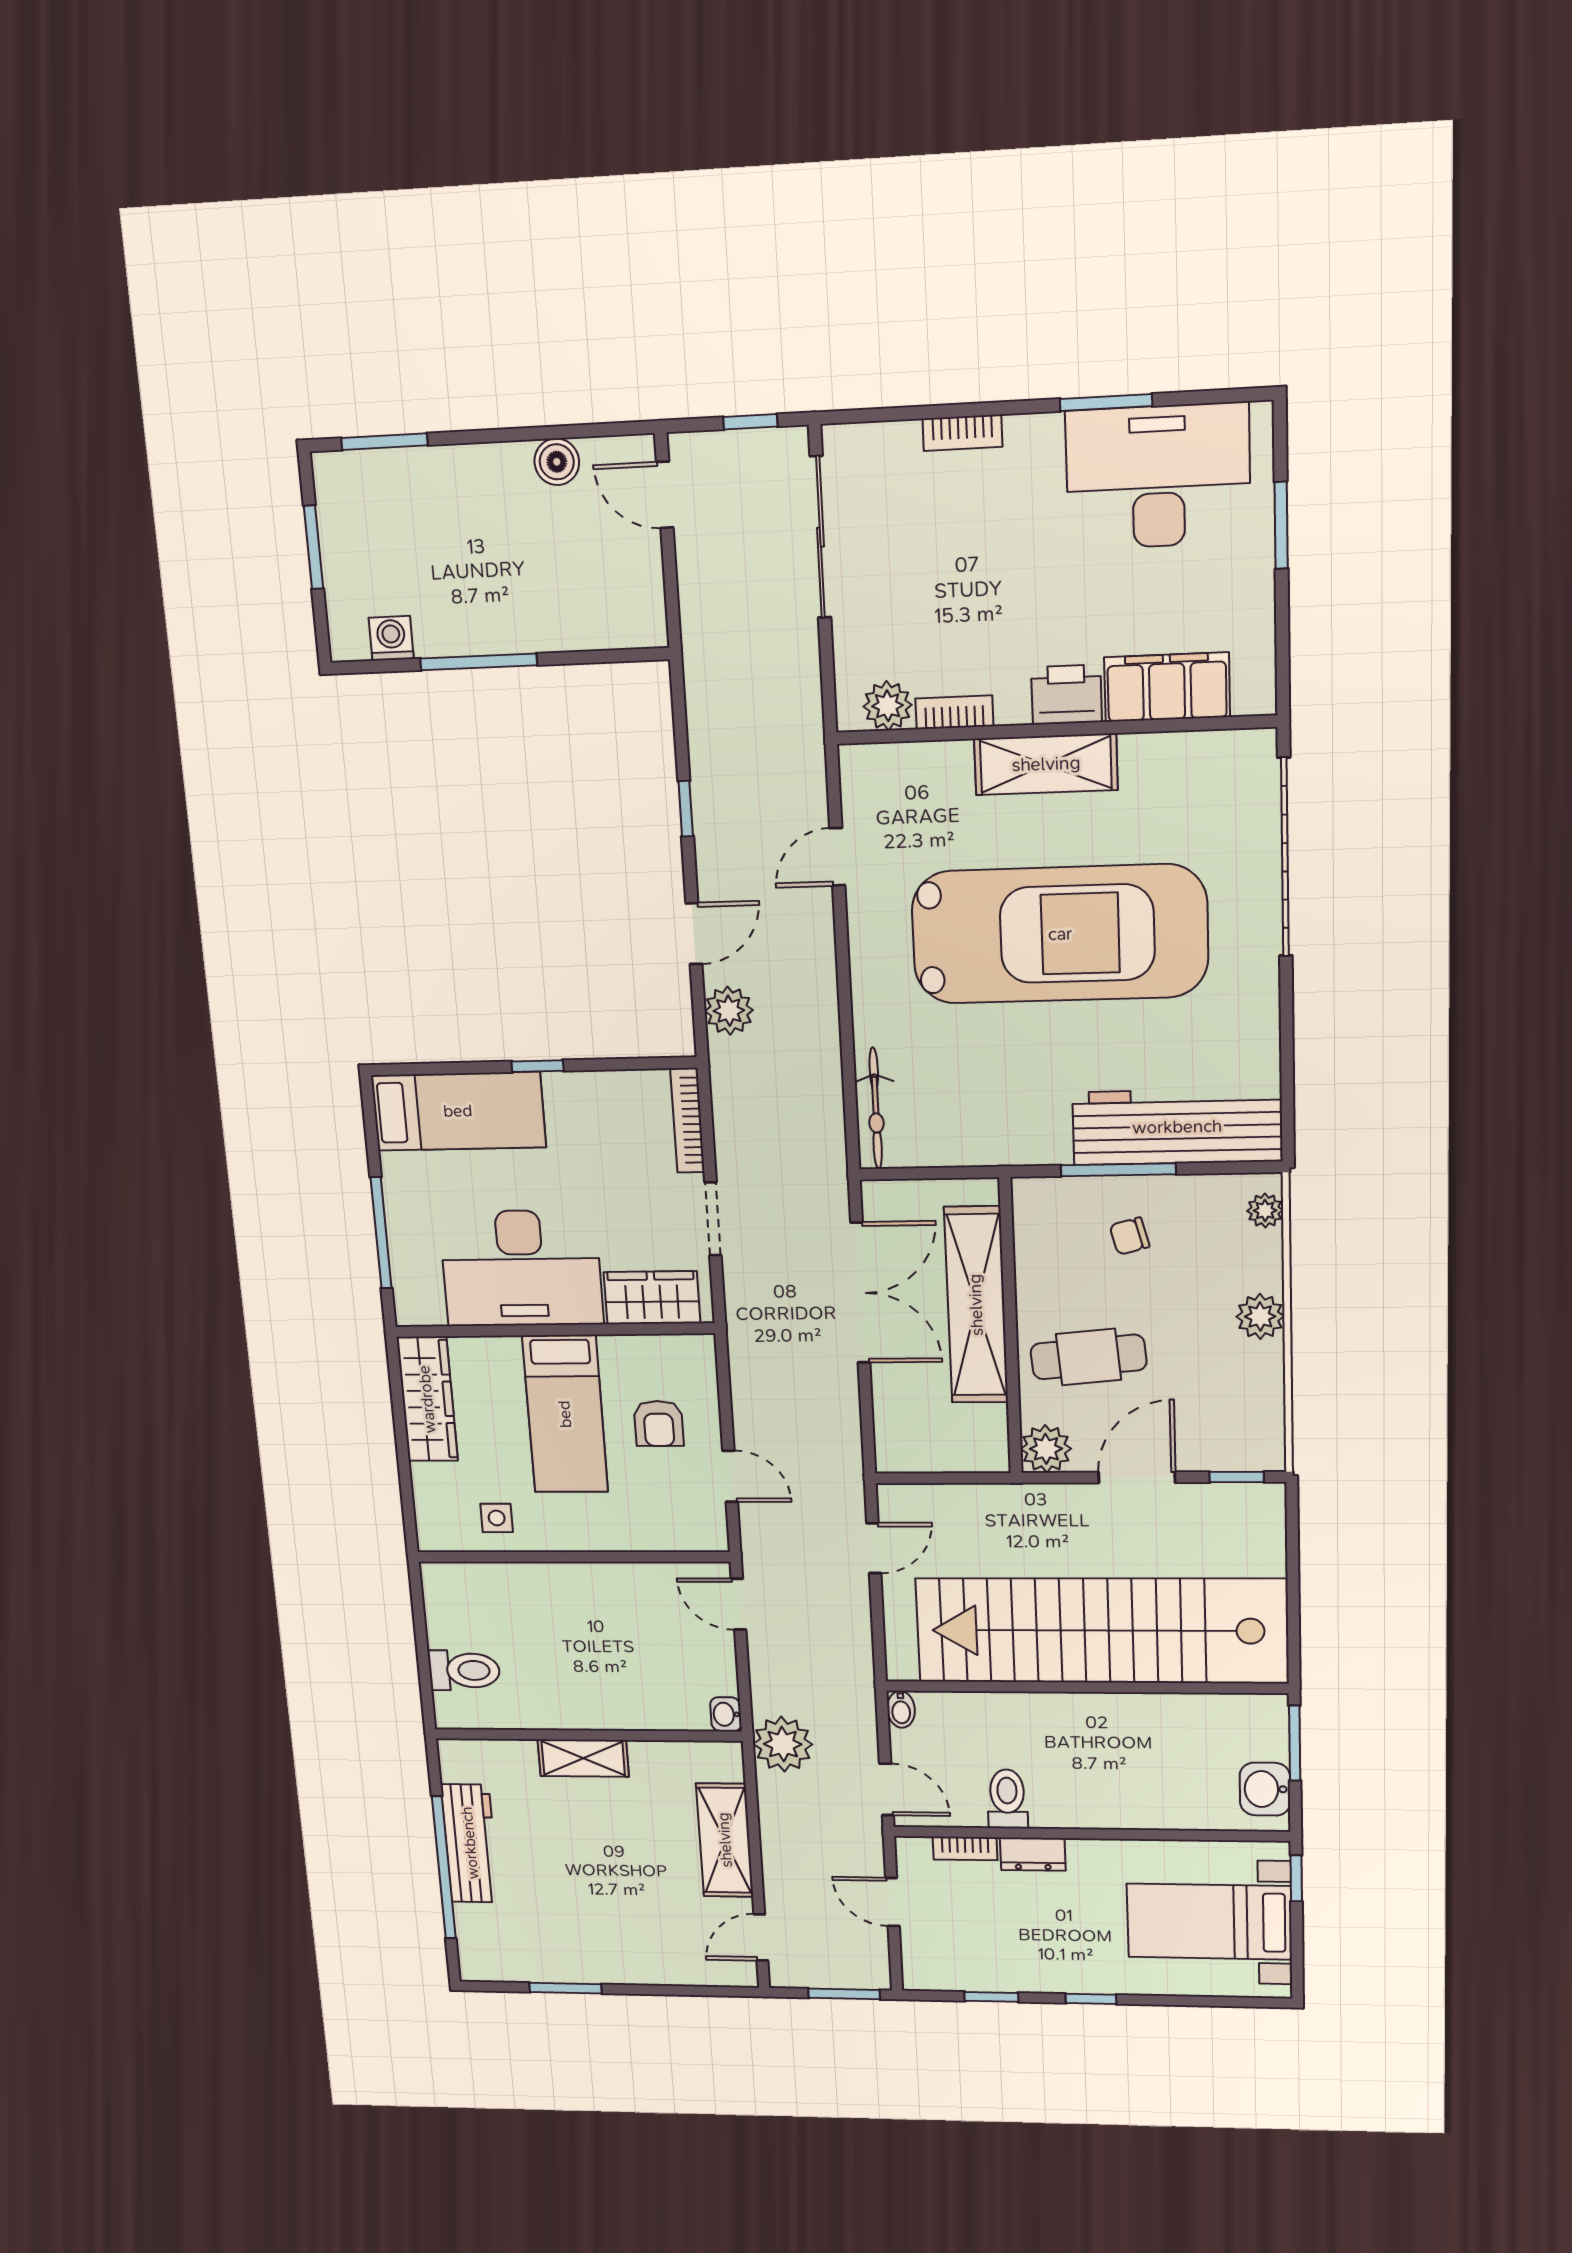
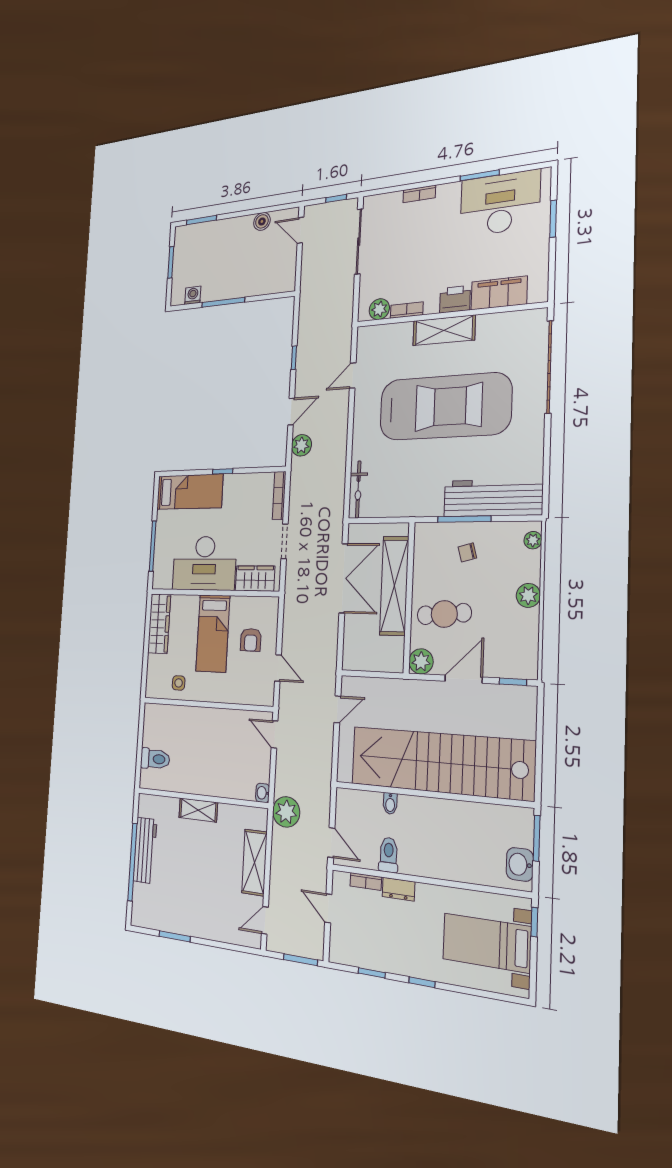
bidet: (901, 1709) -> (390, 803), moved

